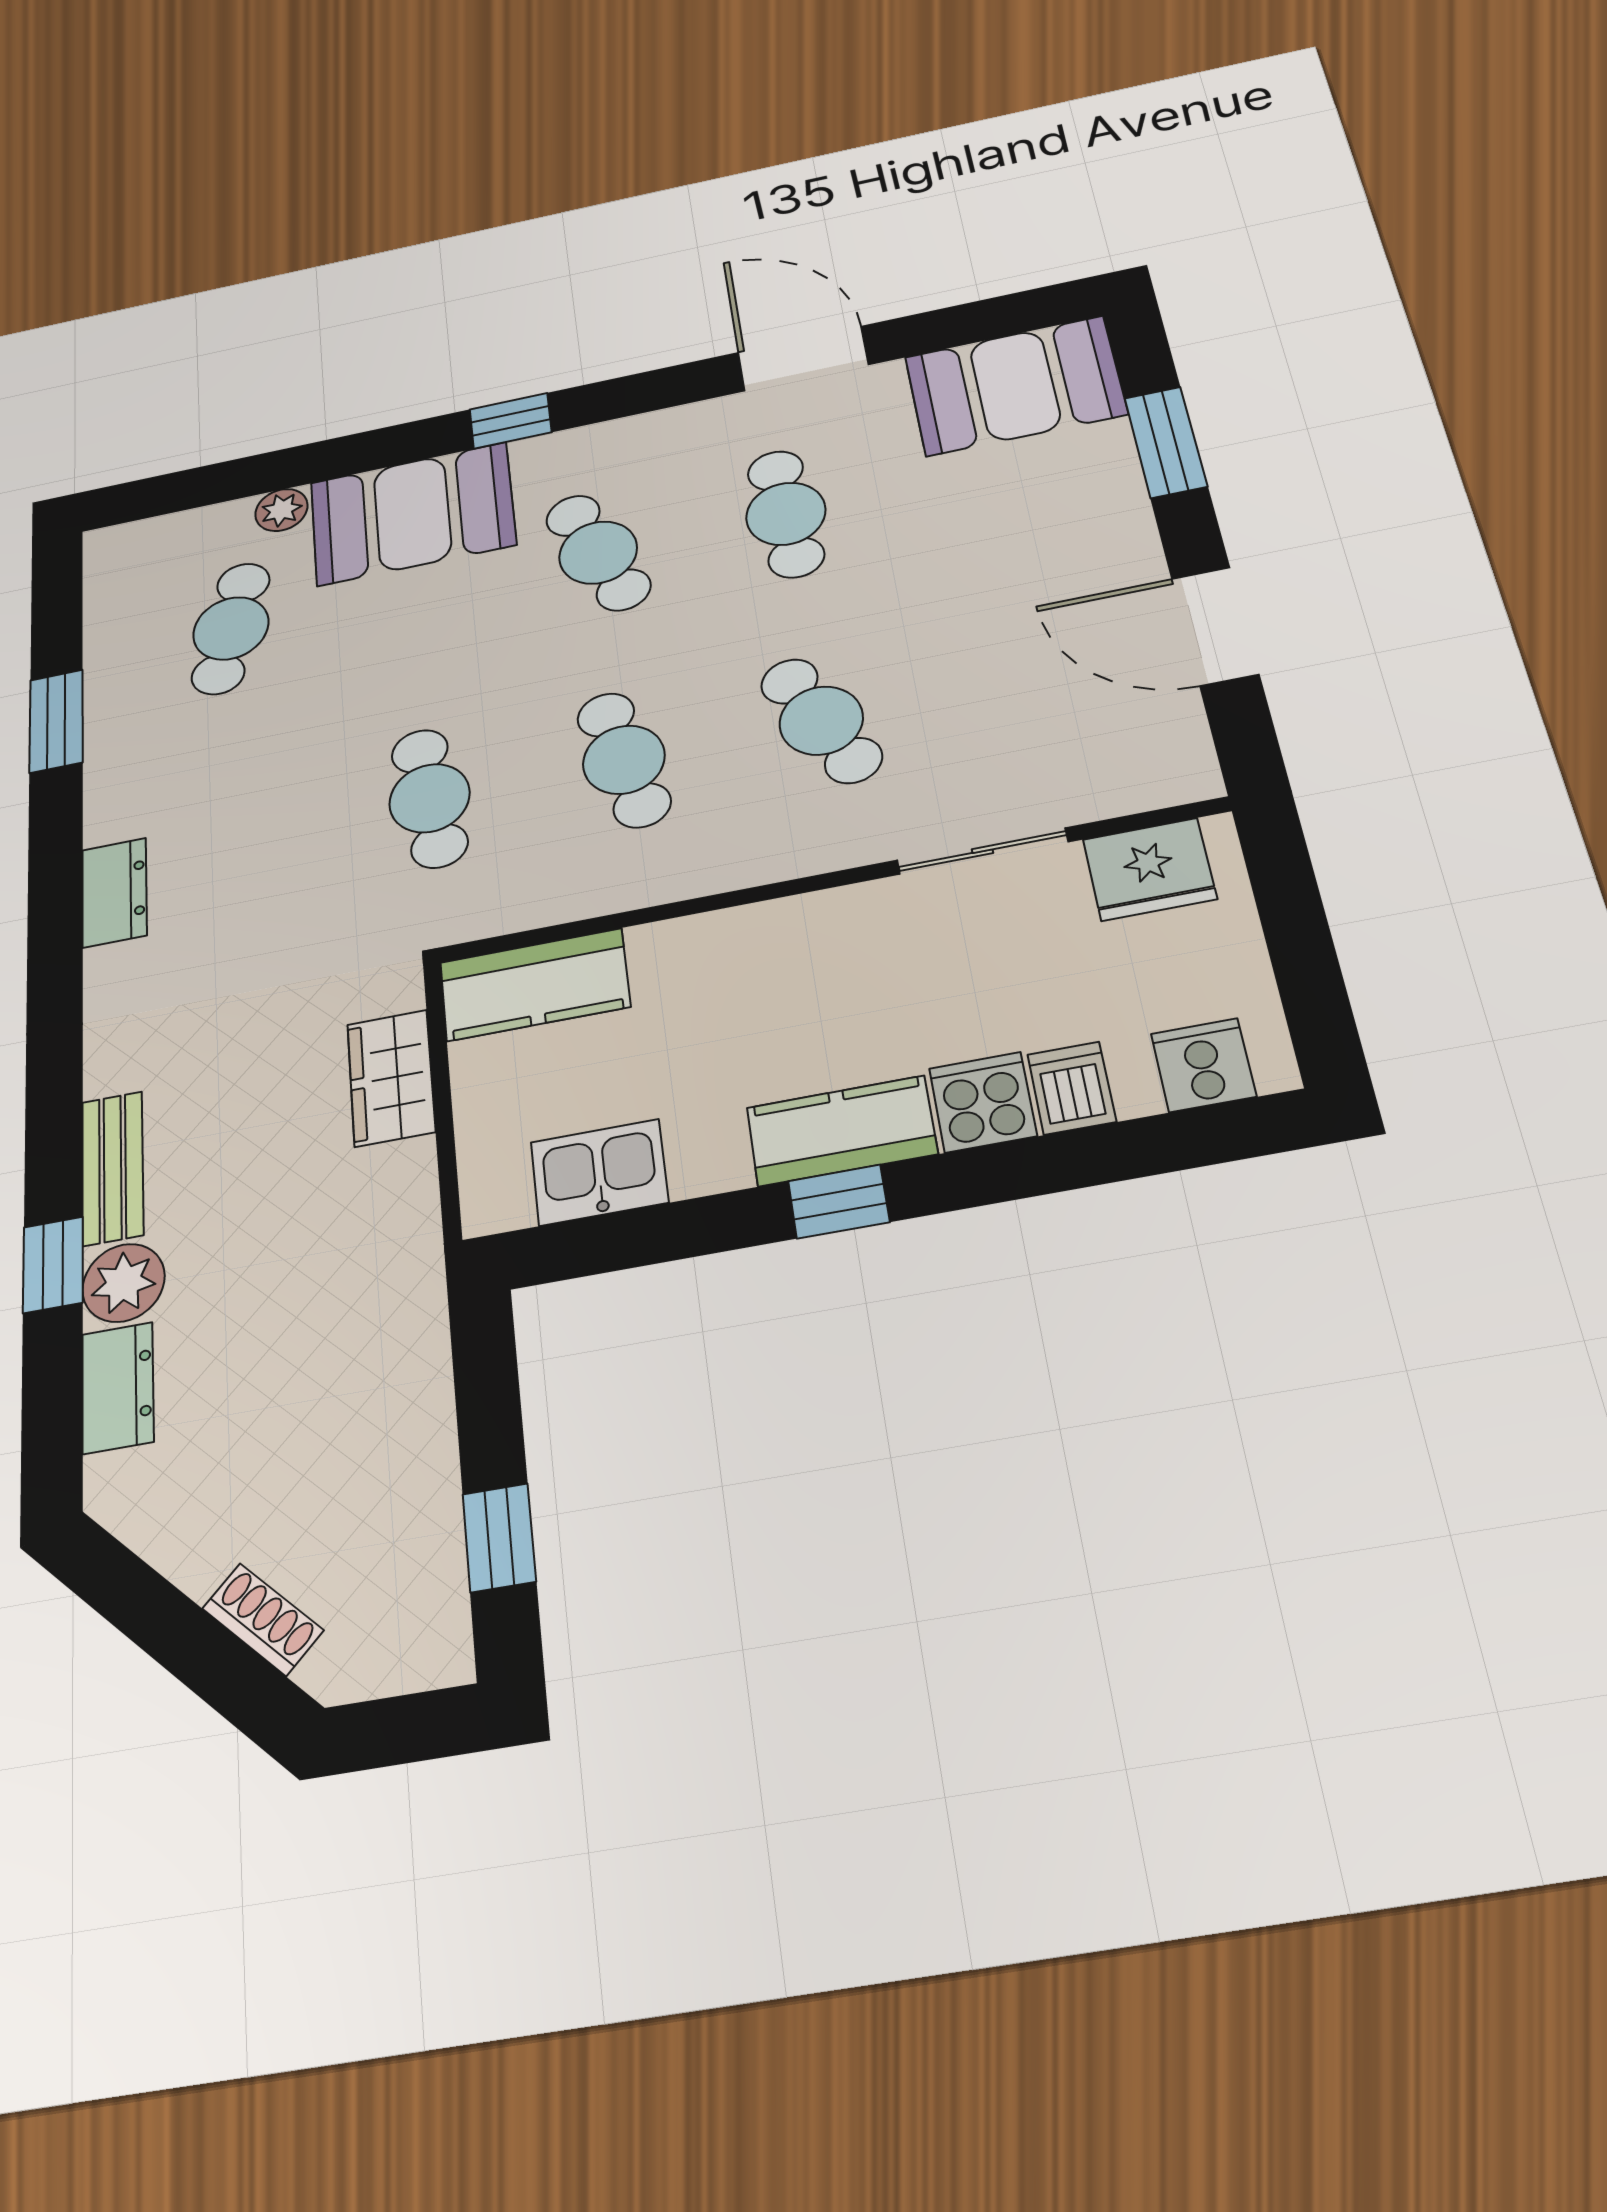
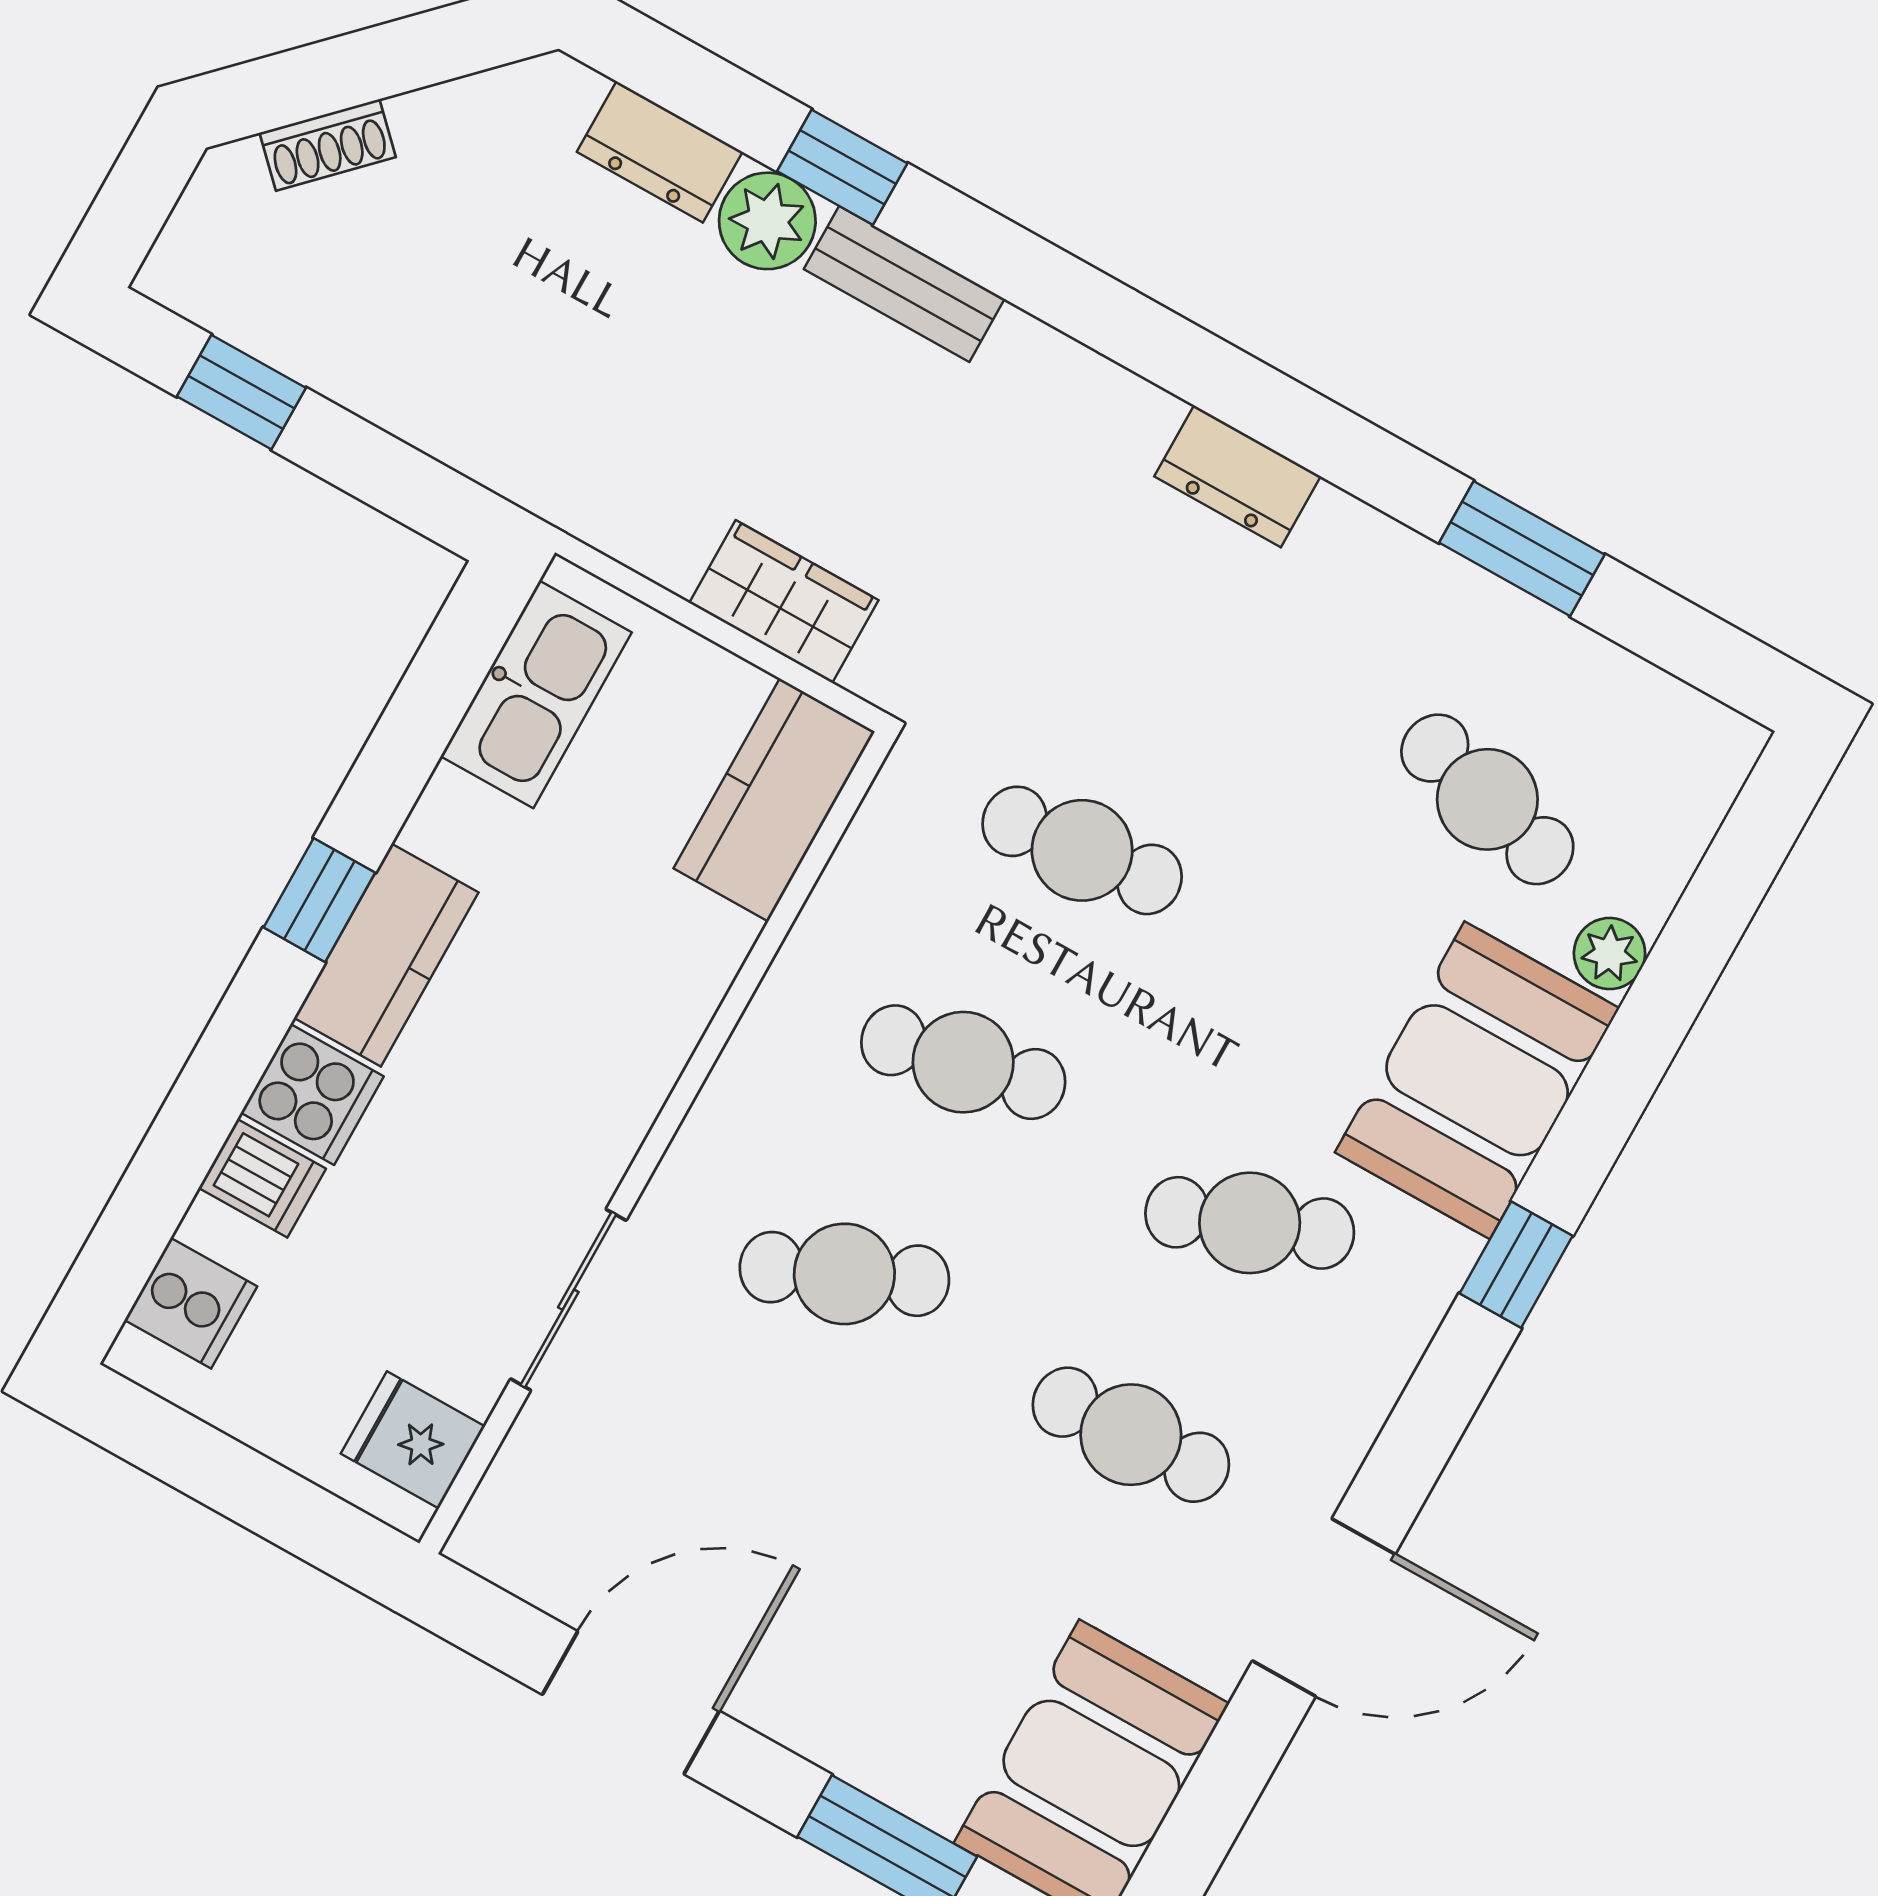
fridge: (1150, 869) -> (413, 1440), width x0.72
kitchen sink: (599, 1172) -> (536, 694), width x1.38

